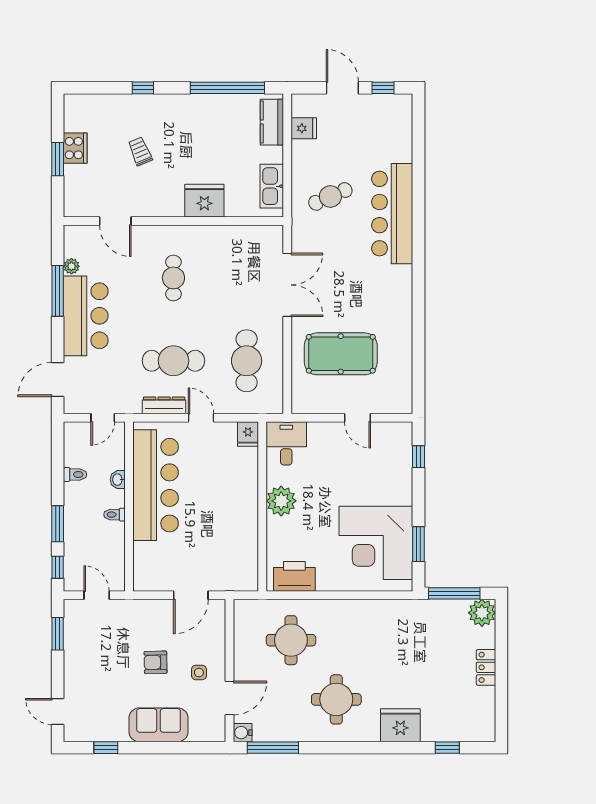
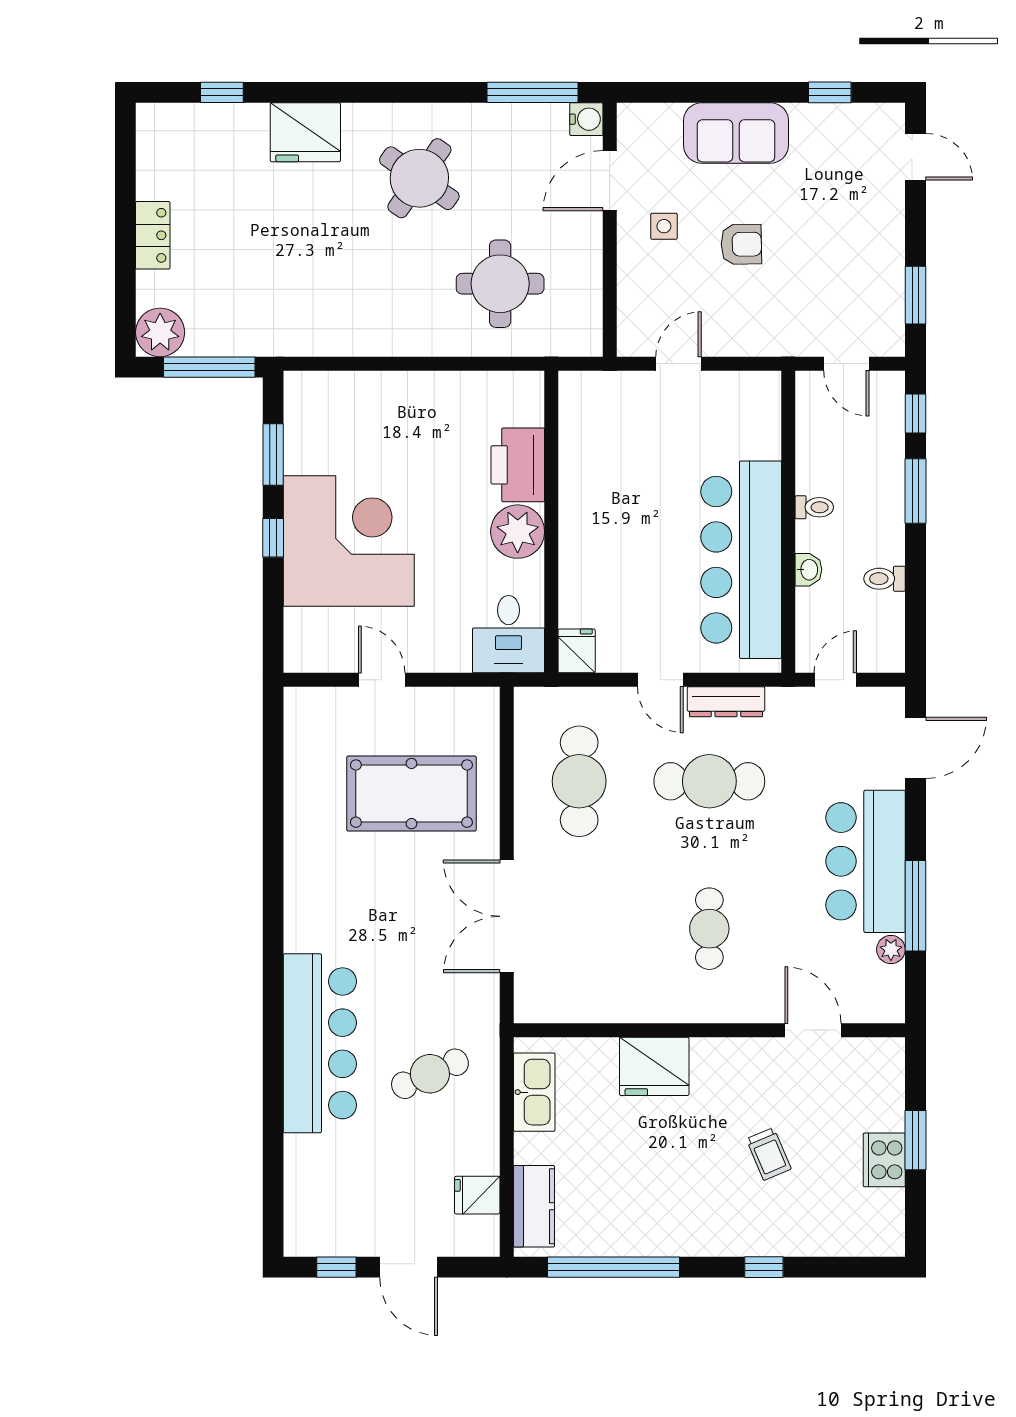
window: (418, 457) -> (273, 538), moved
corner desk: (376, 543) -> (349, 541), moved
printer: (294, 576) -> (518, 465), moved, turned 90
door: (191, 595) -> (679, 364), width x0.73
round table: (336, 699) -> (419, 178), turned 35

